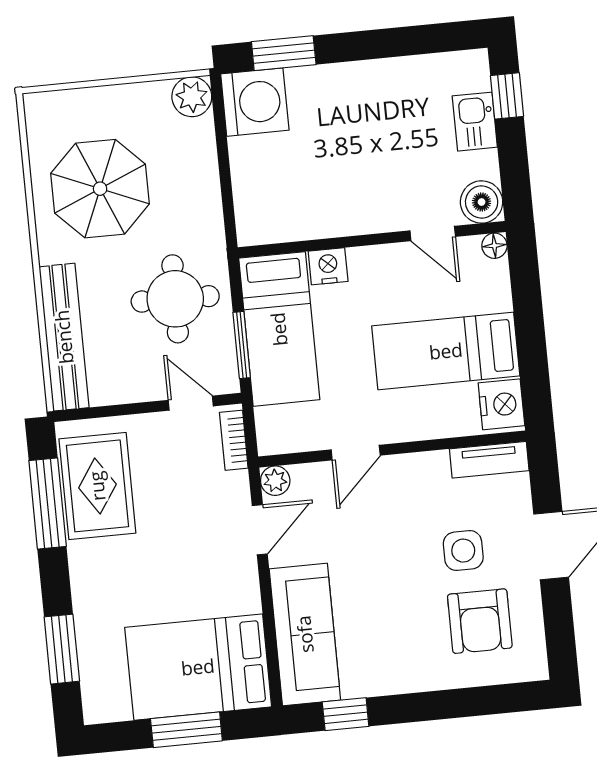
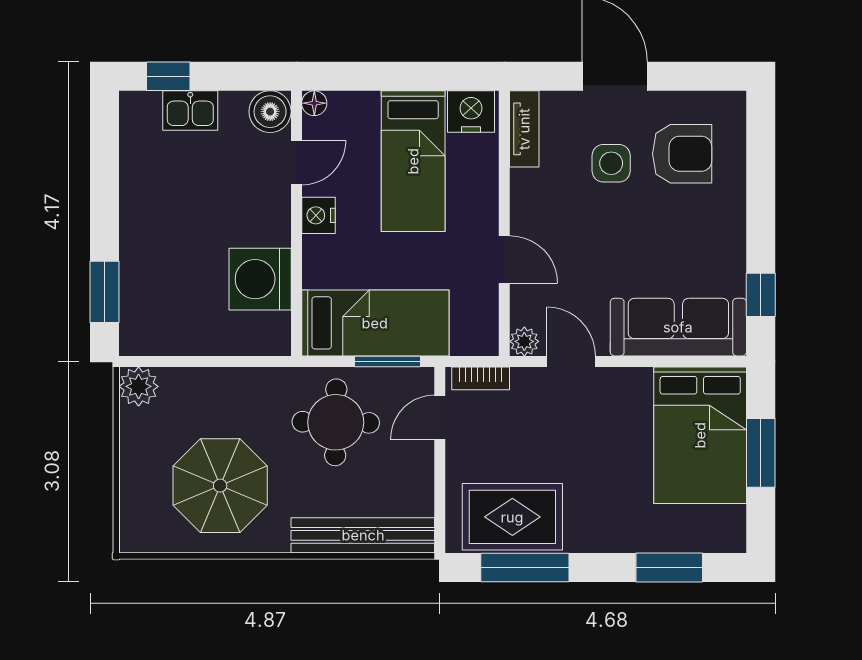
washing machine: (255, 102) -> (260, 279), moved, turned -90
nightstand: (328, 266) -> (318, 215), moved

